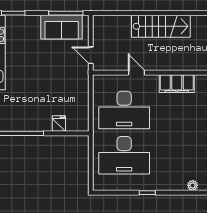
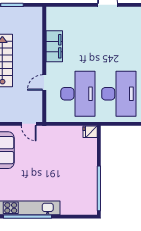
door: (91, 55) -> (29, 124), hinge flipped
fridge: (59, 124) -> (90, 132), moved

